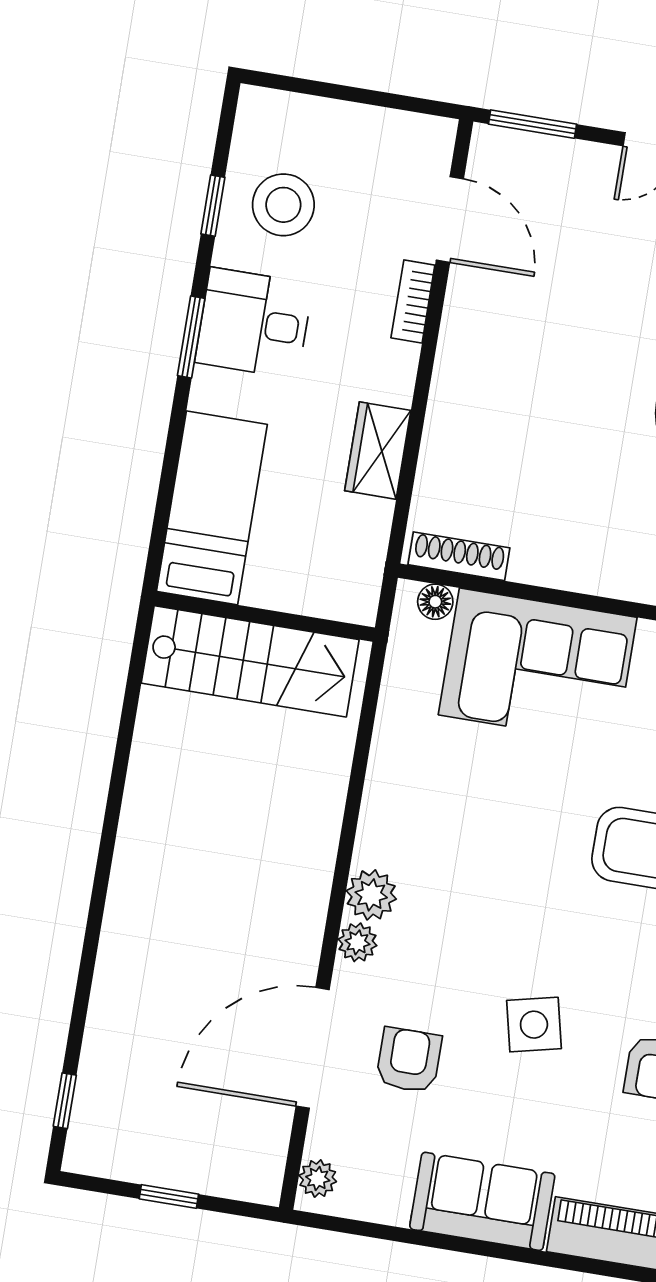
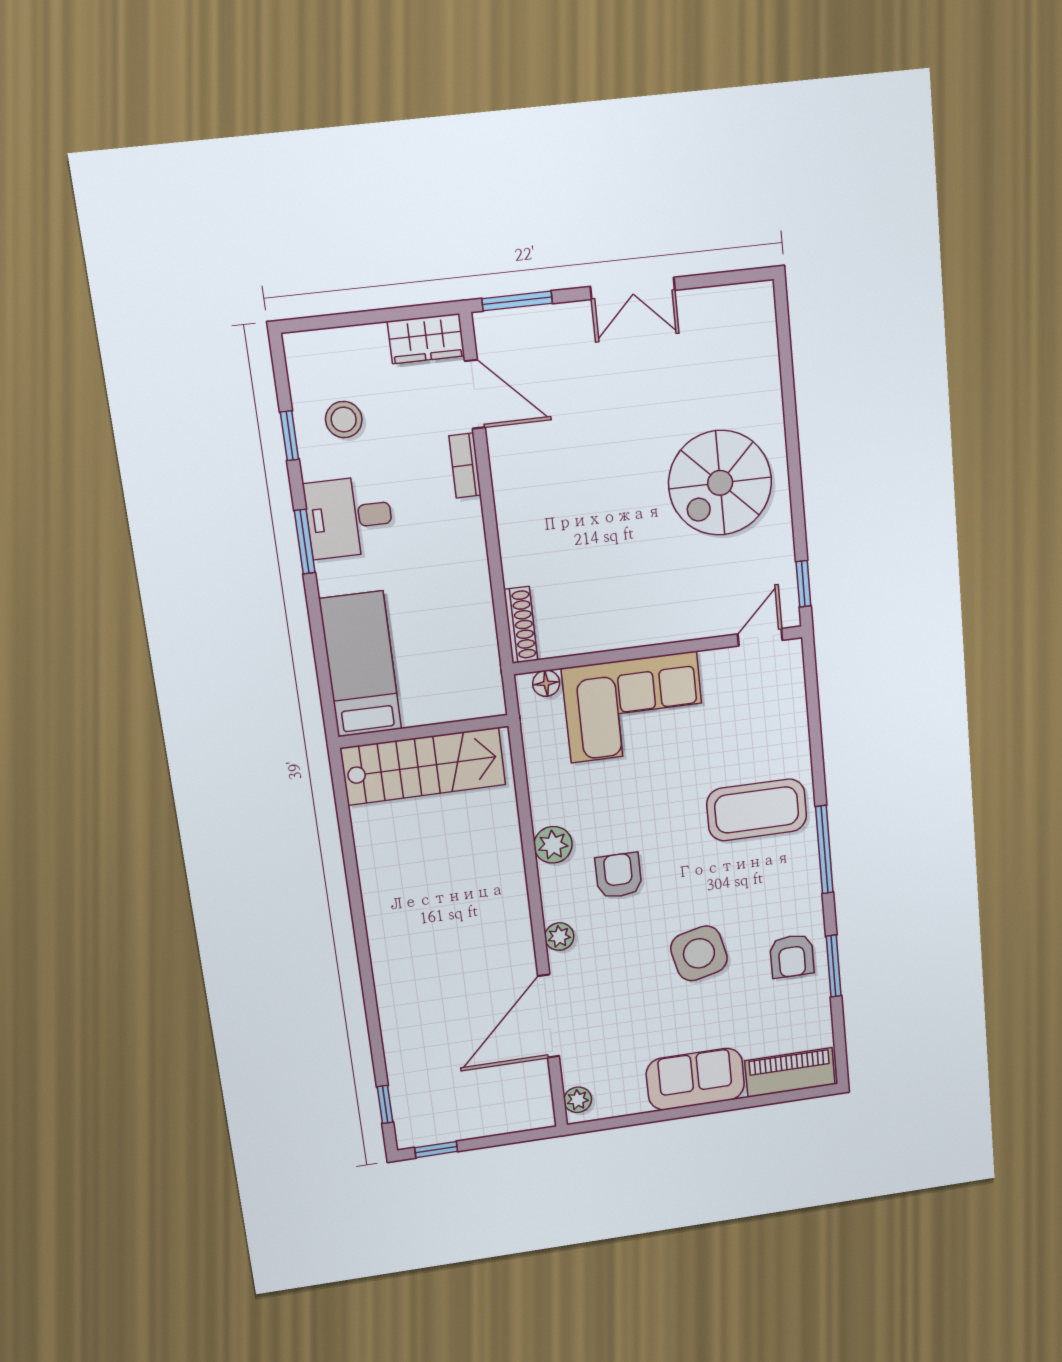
stool: (283, 205) -> (344, 420), width x0.73, depth x0.73
wardrobe: (378, 451) -> (426, 339), moved, turned -90
shoe rack: (459, 556) -> (521, 625), moved, turned 90
plant: (371, 895) -> (553, 845), moved
side table: (534, 1025) -> (699, 953), width x1.37, depth x1.37
armchair: (409, 1060) -> (618, 875), moved
window: (169, 1196) -> (436, 1150), moved

